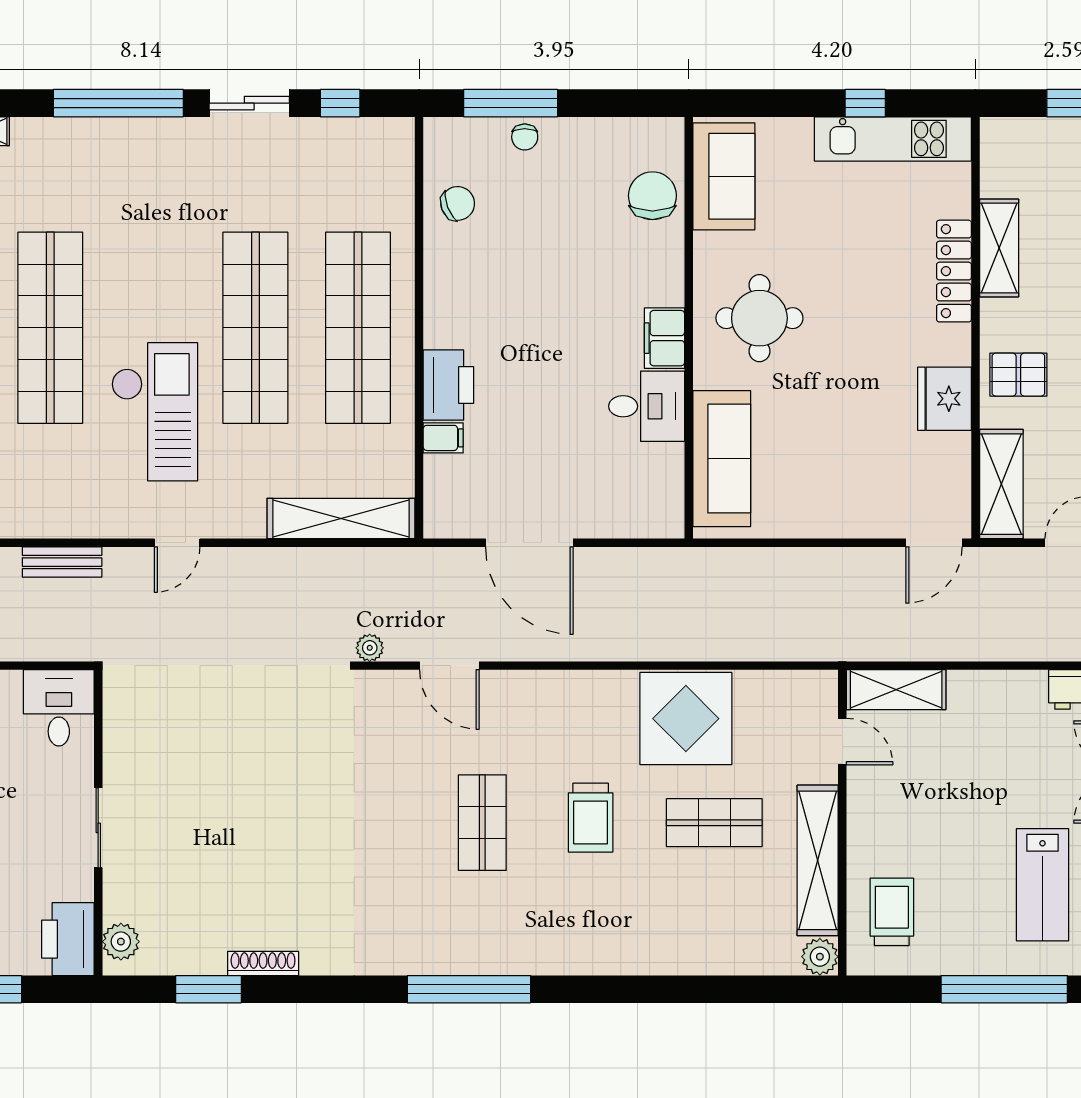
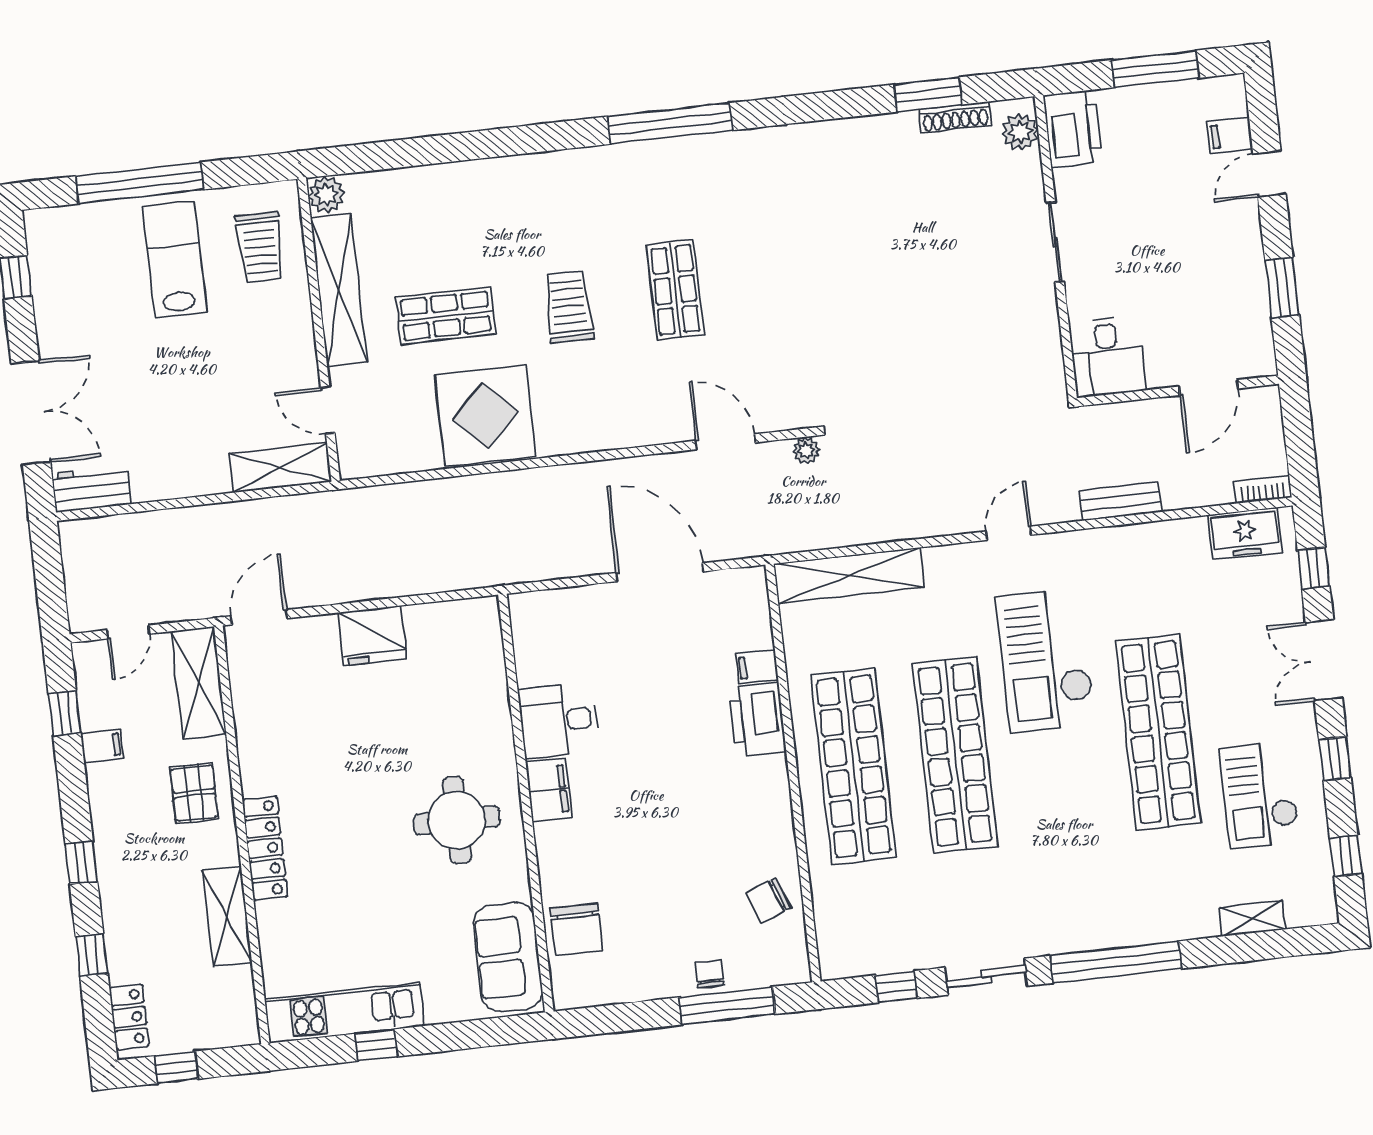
locker: (954, 271) -> (265, 848), moved
pallet: (1018, 375) -> (194, 793), turned 90
fridge: (944, 399) -> (372, 636), moved, turned 90
sofa: (722, 459) -> (479, 677), removed
lab bench: (1042, 885) -> (175, 259), moved
shoe rack: (263, 963) -> (955, 117), moved

